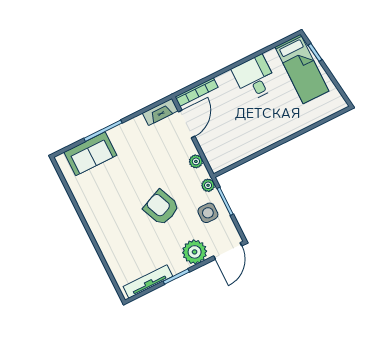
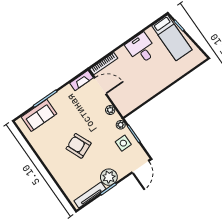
door: (187, 124) -> (100, 86), hinge flipped
armchair: (161, 208) -> (79, 146), moved
plant: (195, 252) -> (109, 177), moved

